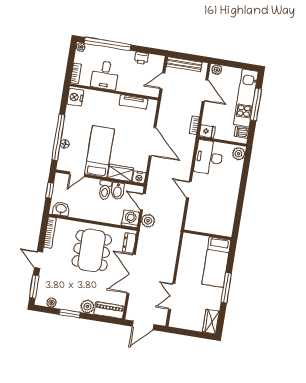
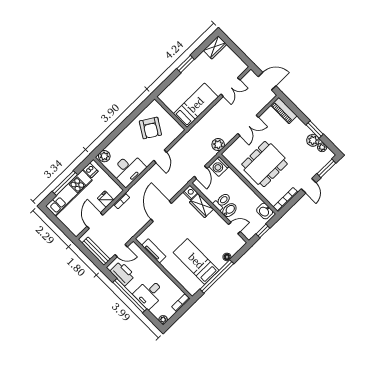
window: (108, 44) -> (130, 296), moved
printer: (141, 58) -> (123, 273), width x1.87, depth x1.48
plant: (217, 70) -> (75, 230), removed
desk: (105, 75) -> (149, 294), moved, turned 180
nightstand: (75, 97) -> (194, 286), removed
fridge: (207, 131) -> (106, 199), moved
window: (58, 137) -> (217, 276), moved
bed: (100, 151) -> (196, 261), moved, turned 90
bidet: (118, 191) -> (229, 210), moved
armchair: (216, 208) -> (150, 128), added
plant: (148, 221) -> (218, 145), moved
dresser: (129, 243) -> (233, 149), removed
bed: (216, 262) -> (196, 105), moved
double door: (131, 274) -> (248, 126), width x0.73
window: (226, 288) -> (186, 64), width x0.69
plant: (87, 307) -> (313, 140), moved

